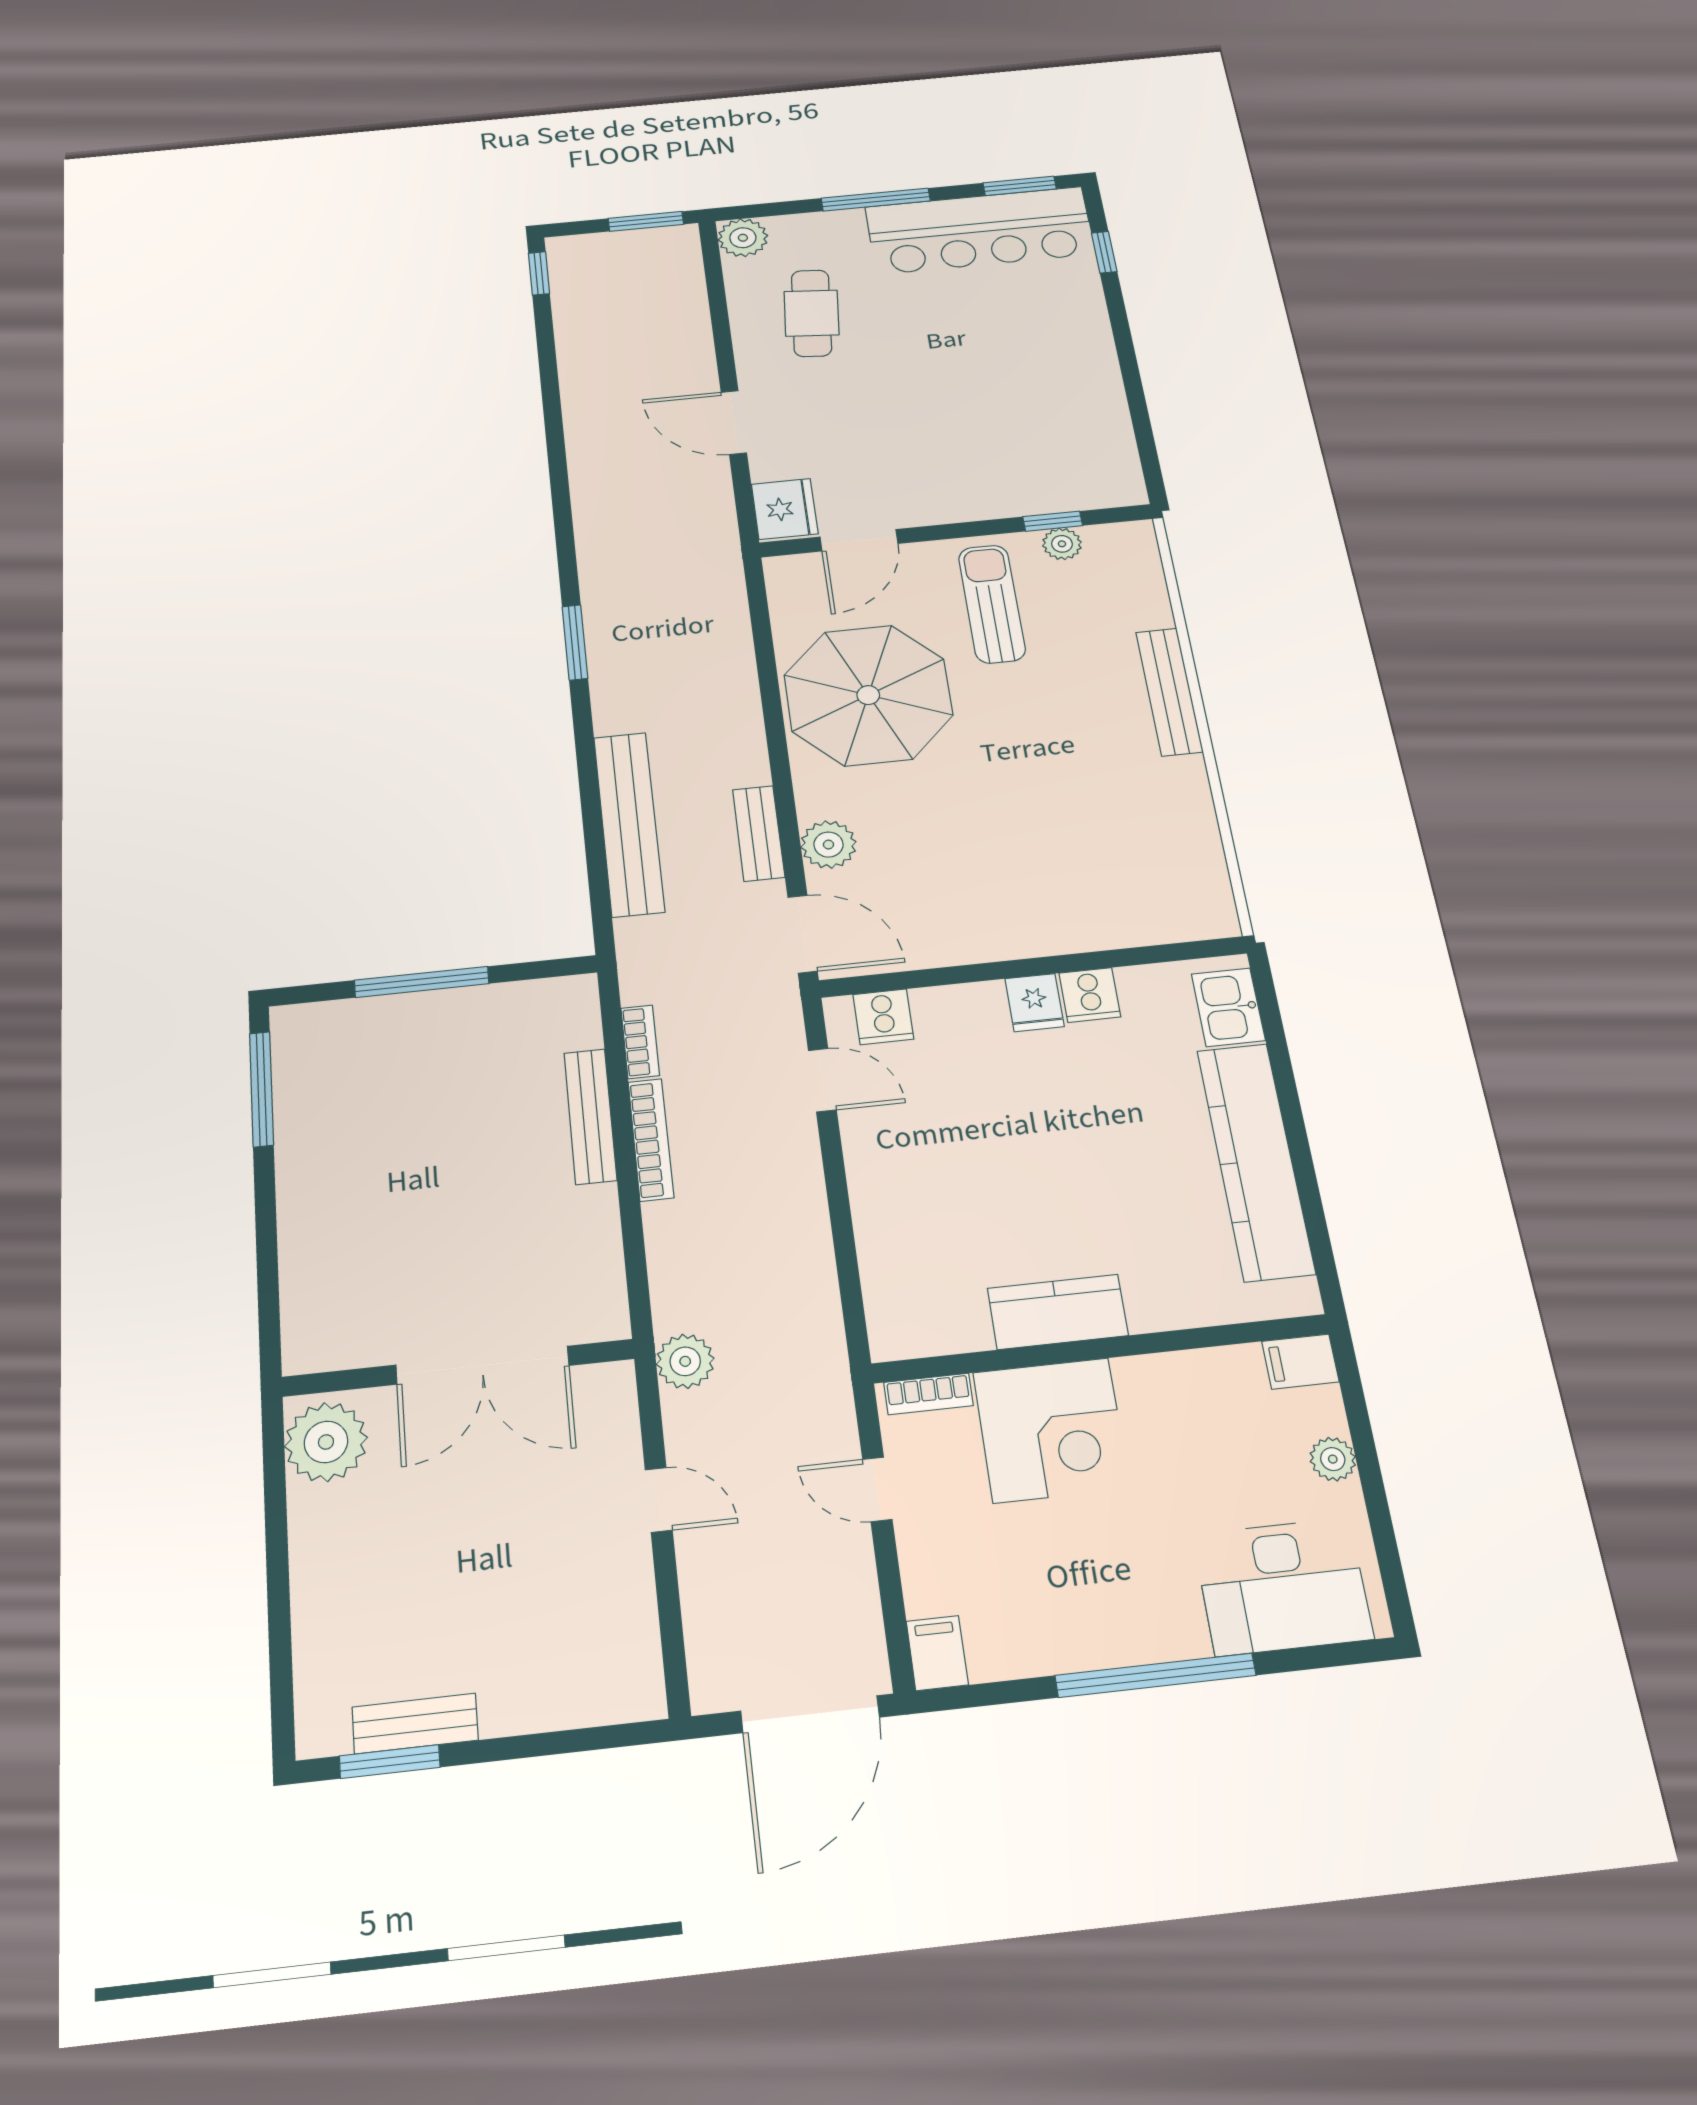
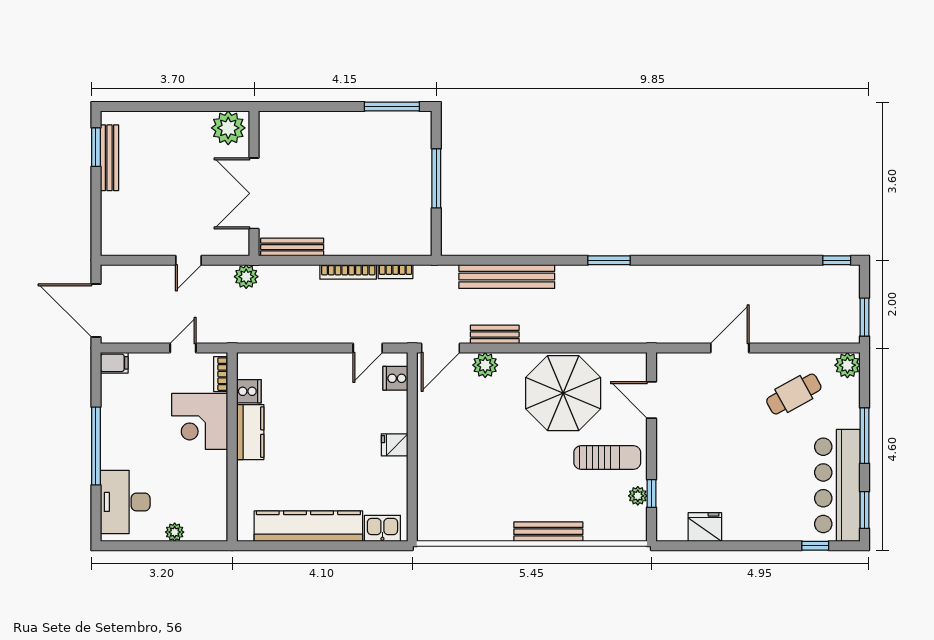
cafe table: (811, 313) -> (794, 394), turned -34
fridge: (785, 509) -> (705, 527), moved, turned 180
cooker: (1090, 995) -> (249, 391), moved, turned 180
bench: (590, 1116) -> (292, 247), moved
filing cabinet: (1300, 1362) -> (217, 527), removed
bench: (415, 1724) -> (110, 158), width x1.36

